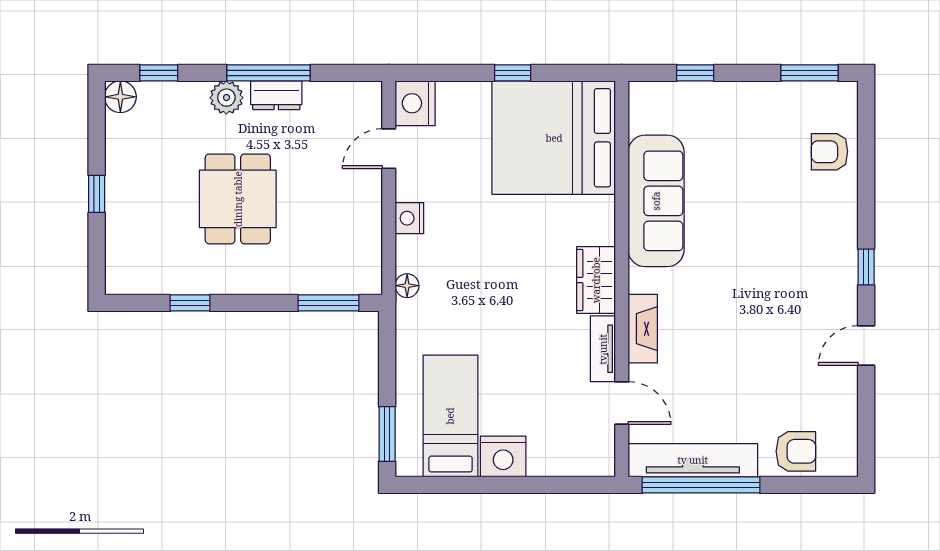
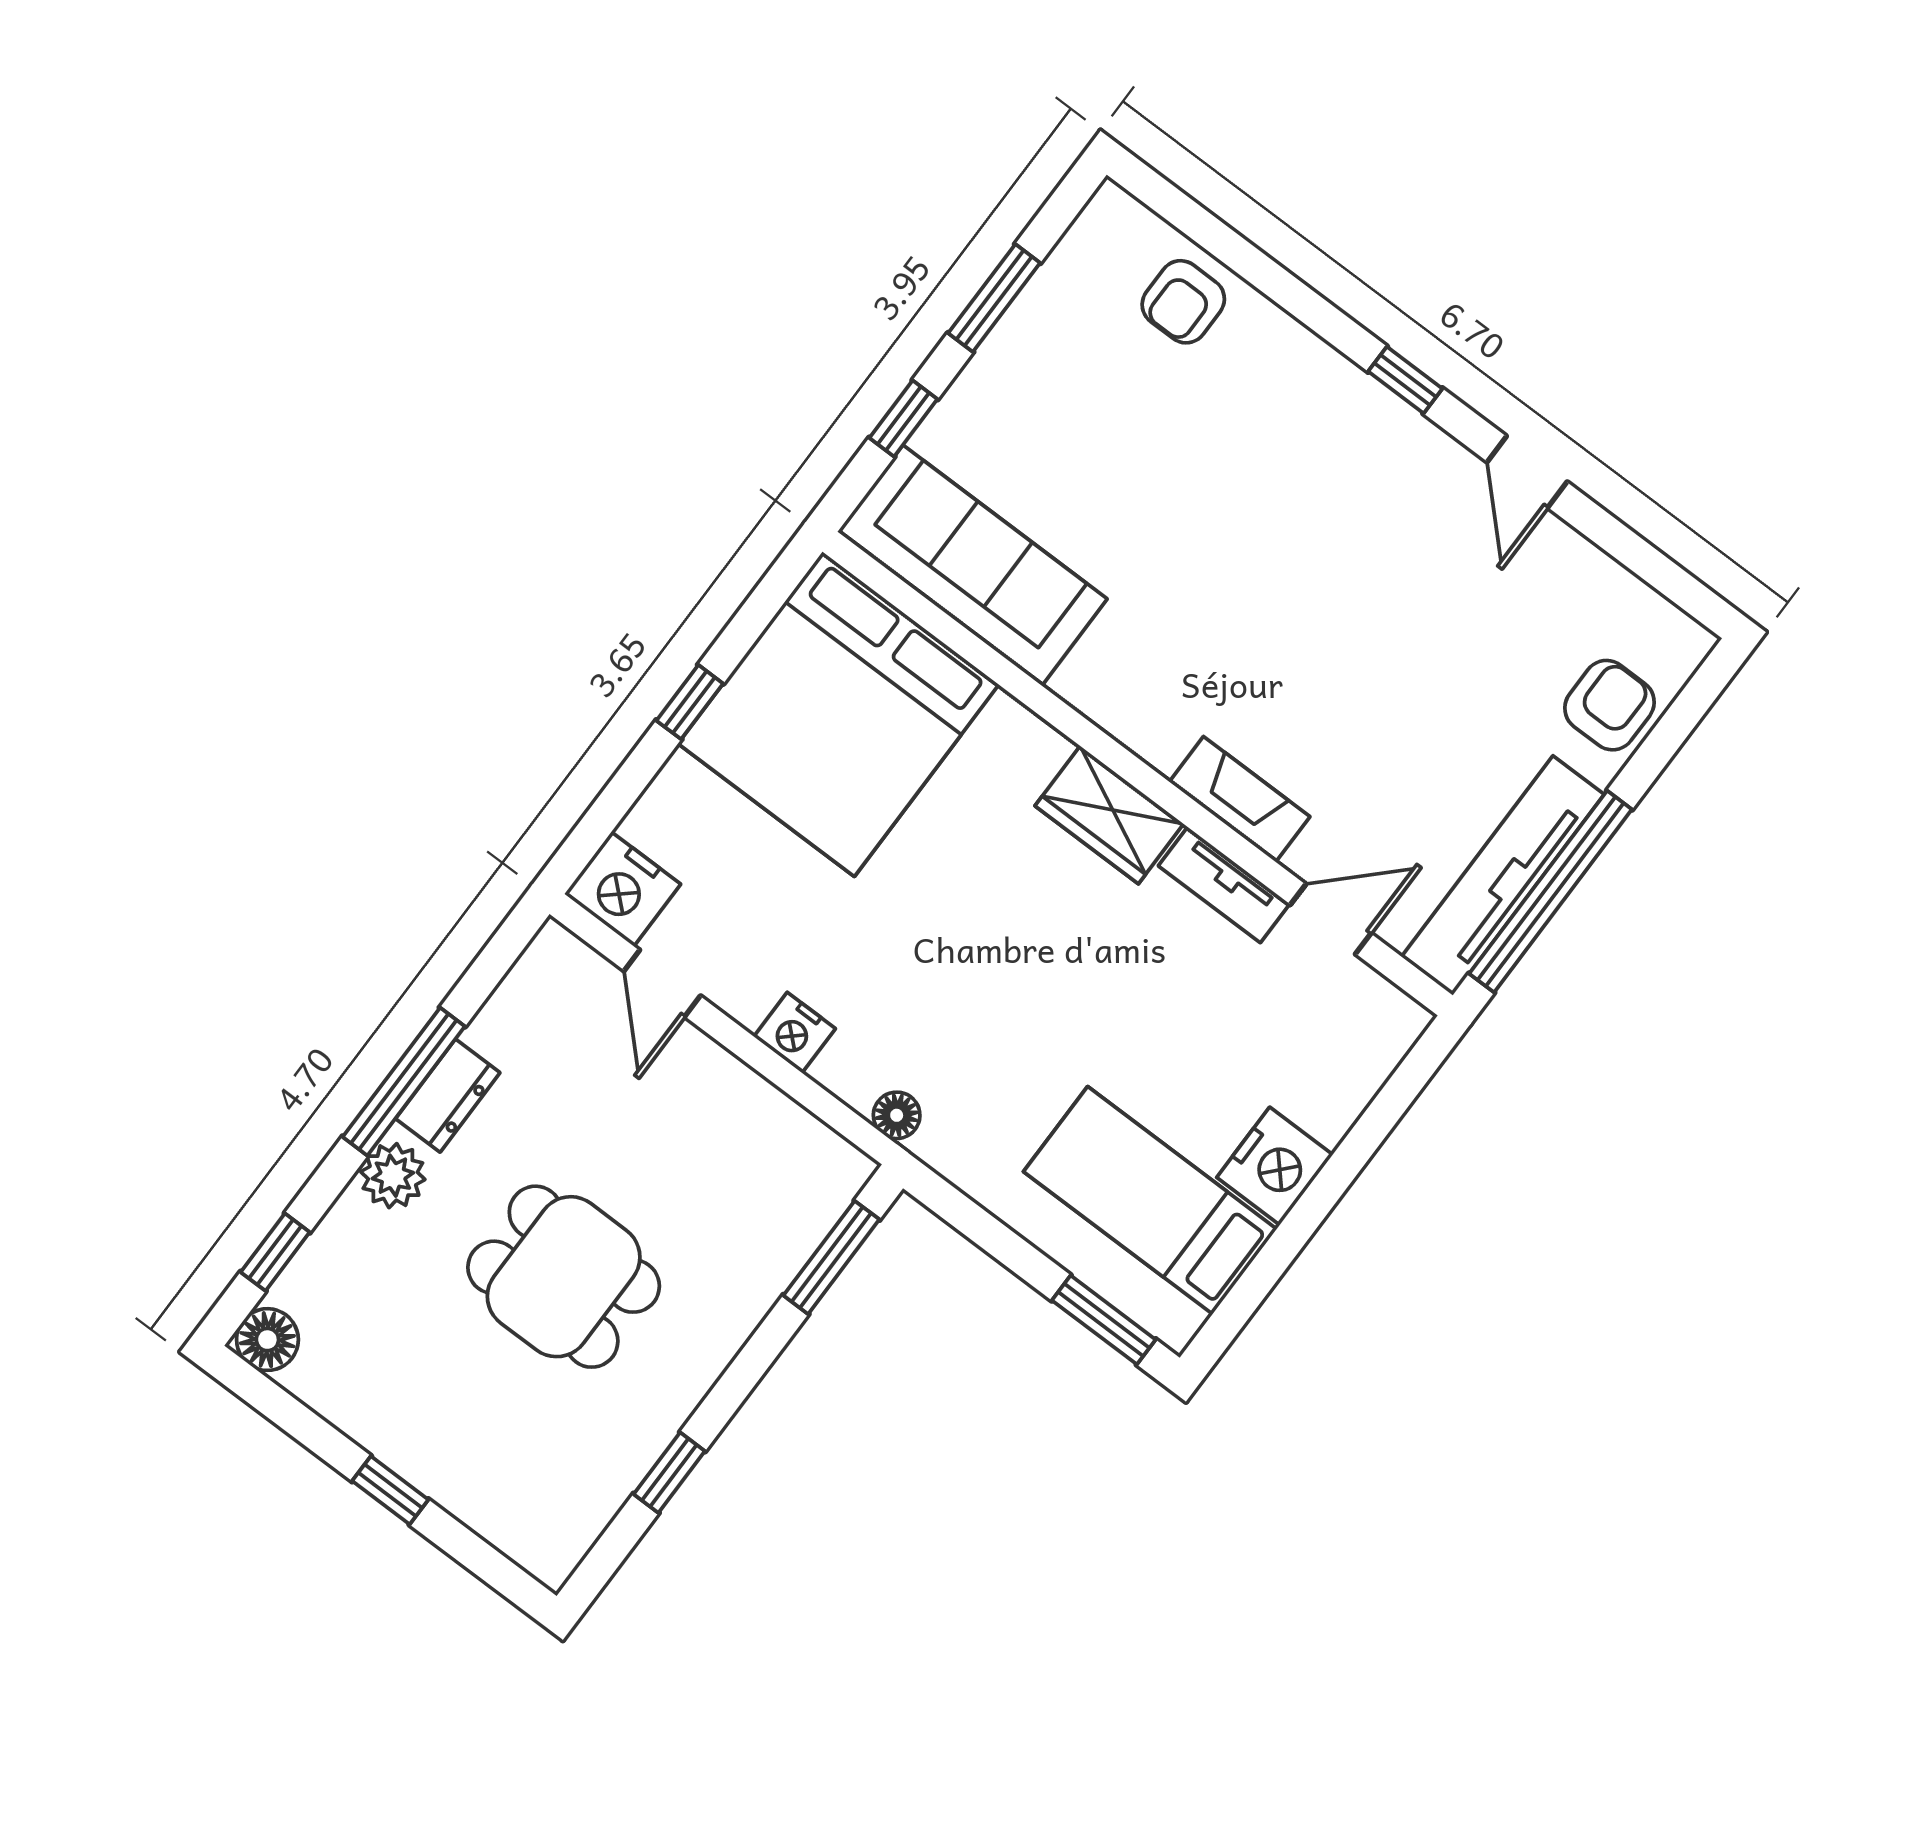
window: (810, 73) -> (994, 298), moved
sofa: (656, 201) -> (972, 565), moved

